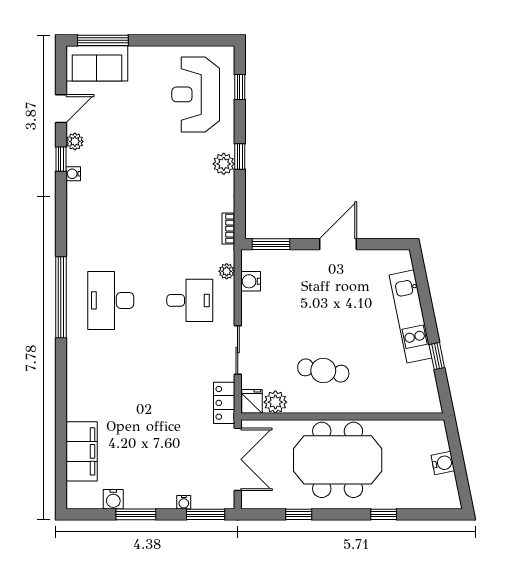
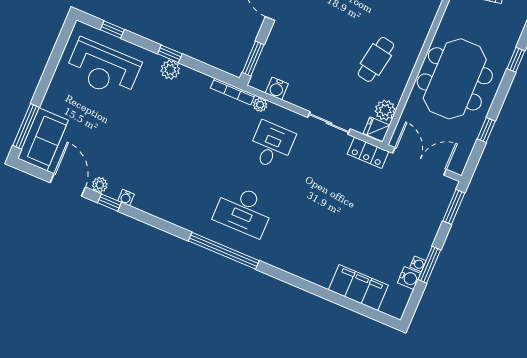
door: (61, 109) -> (68, 185), width x1.37
bookcase: (228, 229) -> (233, 92), width x1.56
water cooler: (184, 502) -> (418, 264), moved

